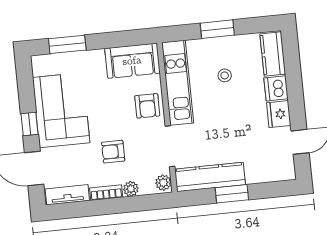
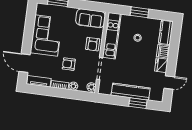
window: (30, 124) -> (28, 39), removed
kitchen counter: (210, 177) -> (131, 92), moved
window: (232, 194) -> (138, 103), moved

